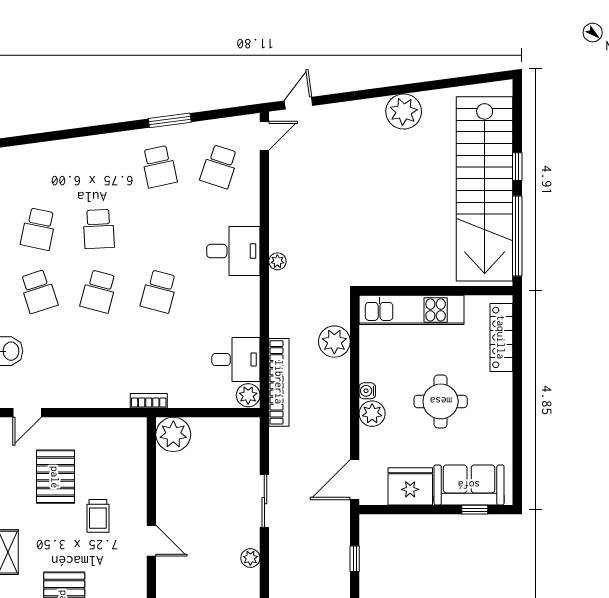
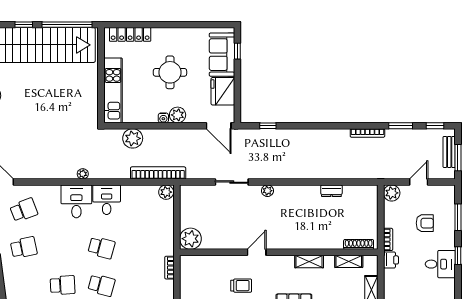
school desk: (219, 167) -> (24, 210), turned -39
desk: (236, 360) -> (107, 200), moved
bookcase: (149, 401) -> (170, 268), moved

